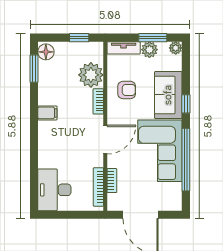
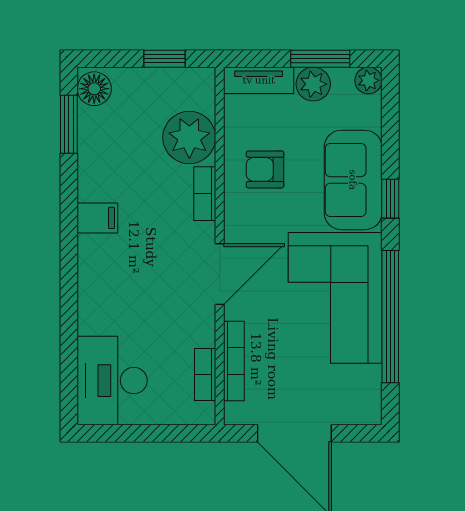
armchair: (127, 90) -> (265, 169), turned 180
bookcase: (112, 181) -> (234, 361), width x1.56
bookcase: (98, 187) -> (205, 375), width x0.64

